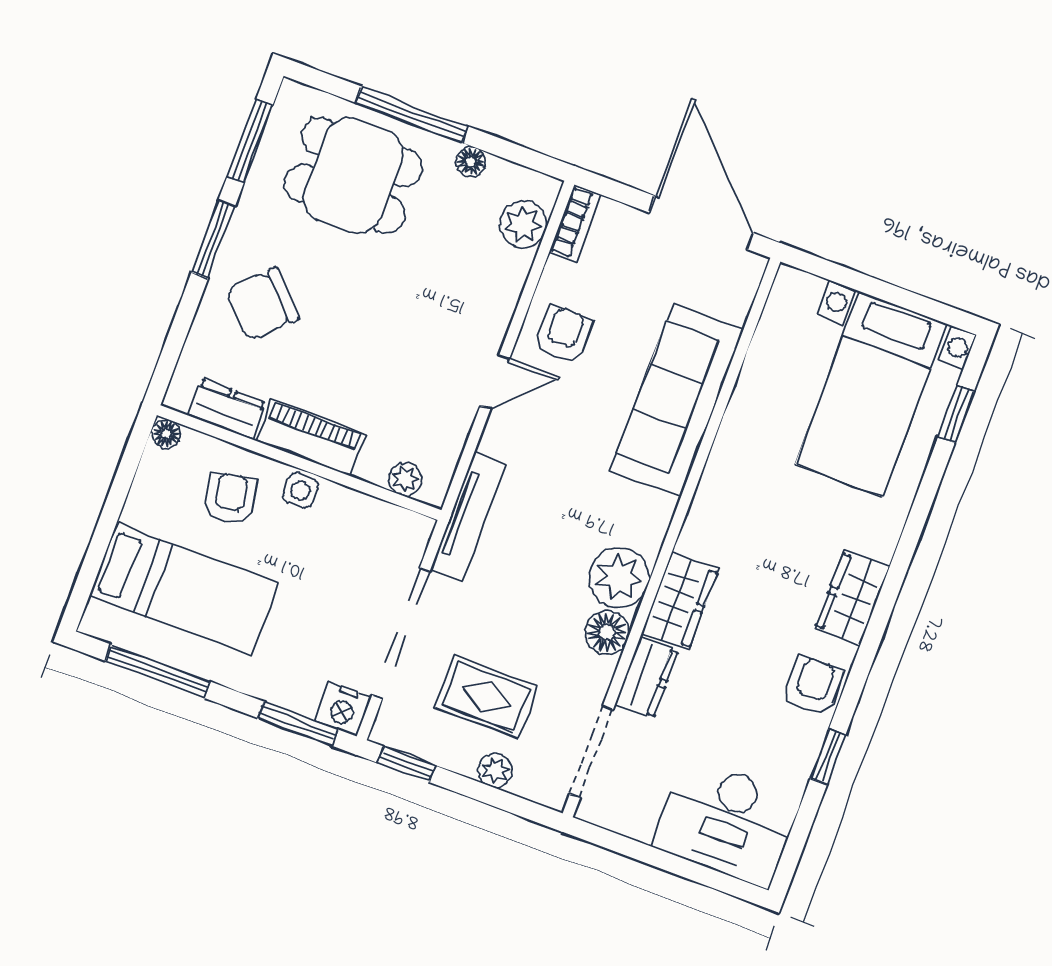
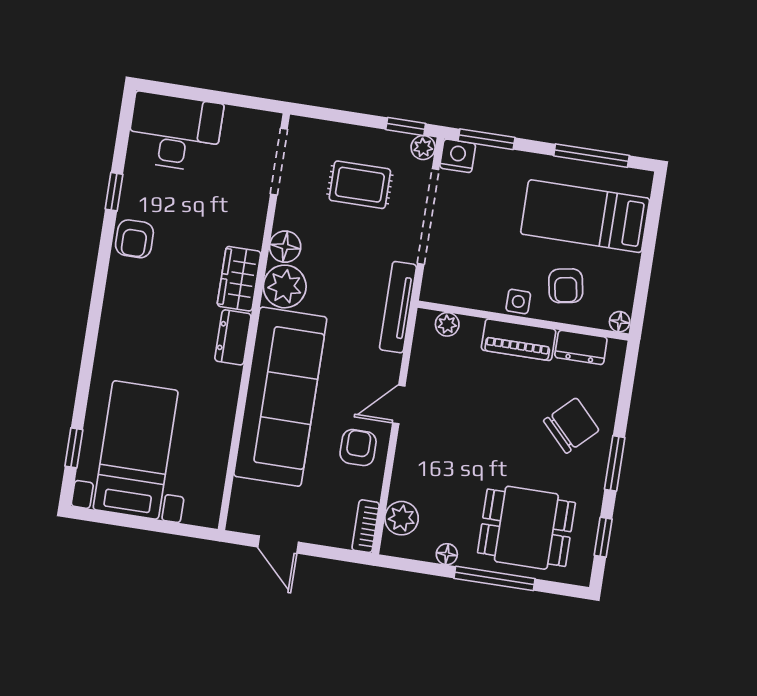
window: (250, 141) -> (603, 537), width x0.67
door: (701, 223) -> (278, 545), width x0.53
armchair: (563, 334) -> (358, 448), turned 180
sofa: (677, 400) -> (280, 397), width x1.36, depth x1.27
wardrobe: (852, 598) -> (120, 306), removed
dresser: (647, 677) -> (233, 337), moved
plant: (495, 770) -> (423, 148), moved

